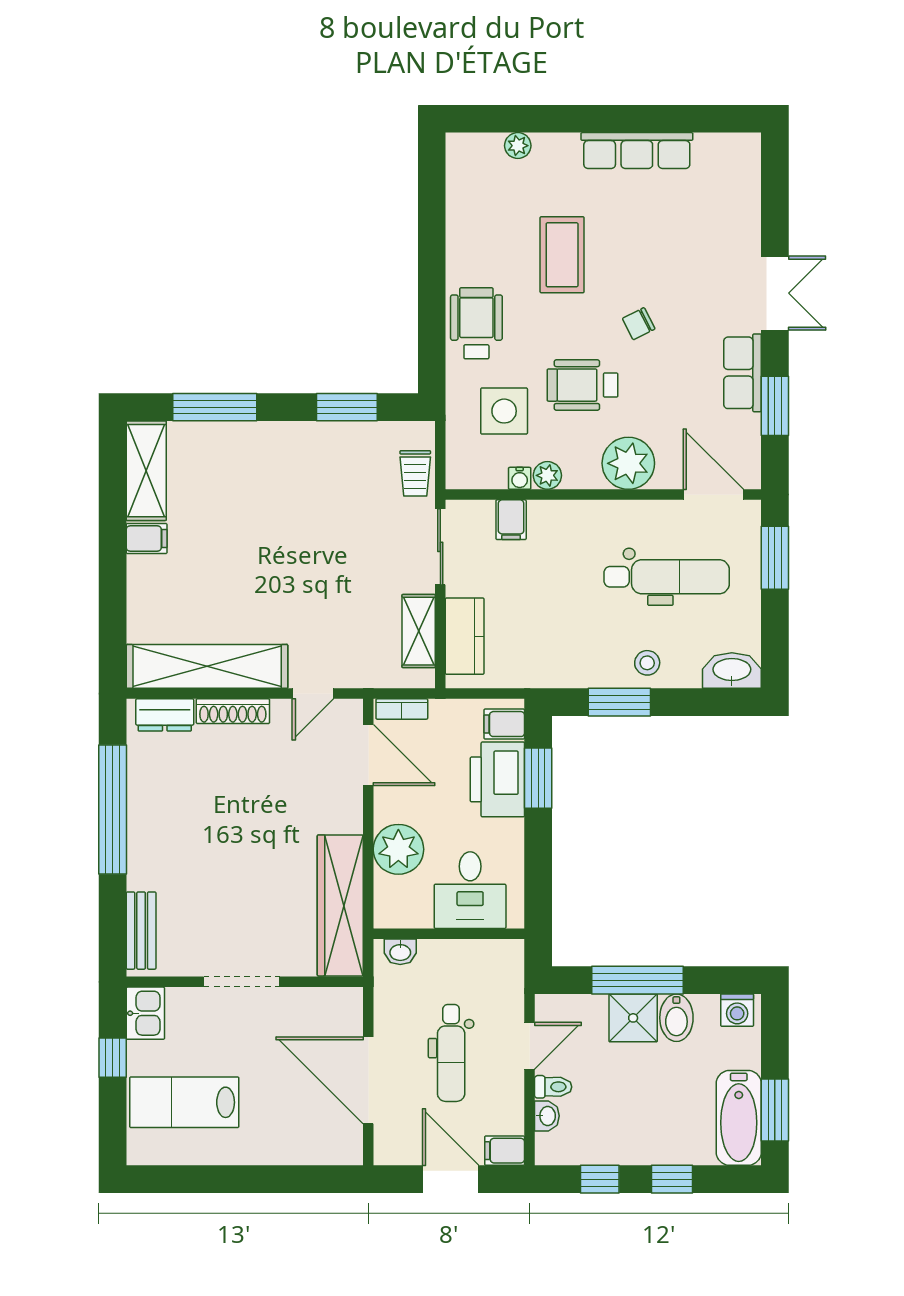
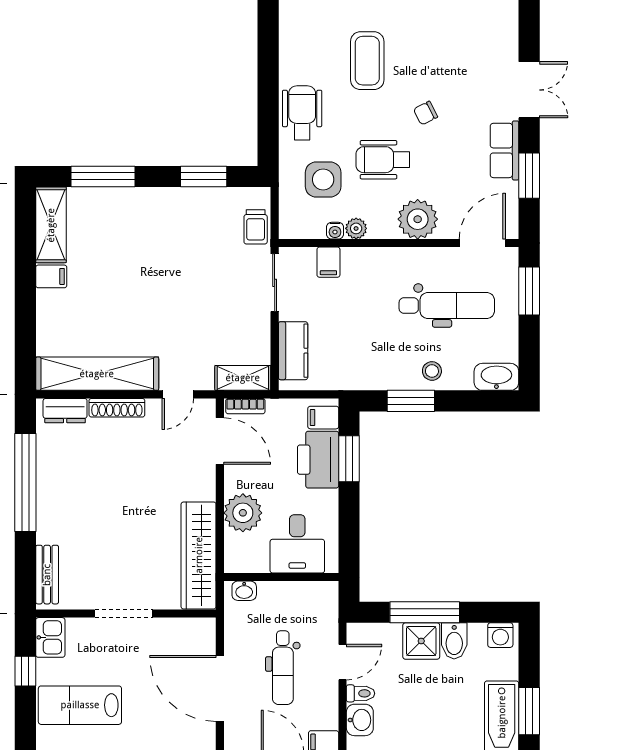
door: (713, 495) -> (482, 243), hinge flipped
shelving: (419, 631) -> (243, 378), moved, turned 90
washbasin: (547, 1116) -> (360, 720), width x1.38, depth x1.45

